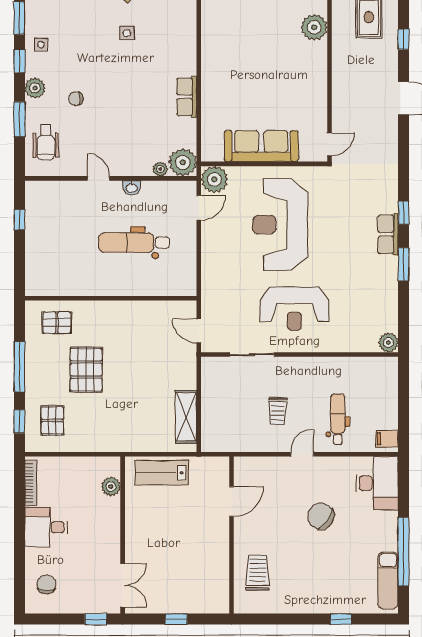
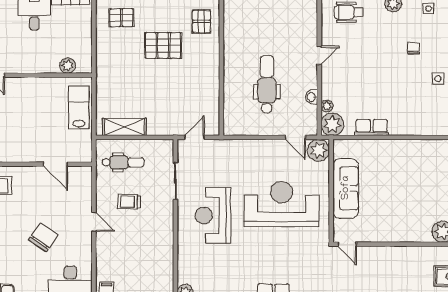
row of seats: (187, 97) -> (372, 128), moved
chair: (76, 99) -> (413, 48), moved
washbasin: (132, 188) -> (312, 97), moved
dental chair: (338, 419) -> (123, 162), moved

